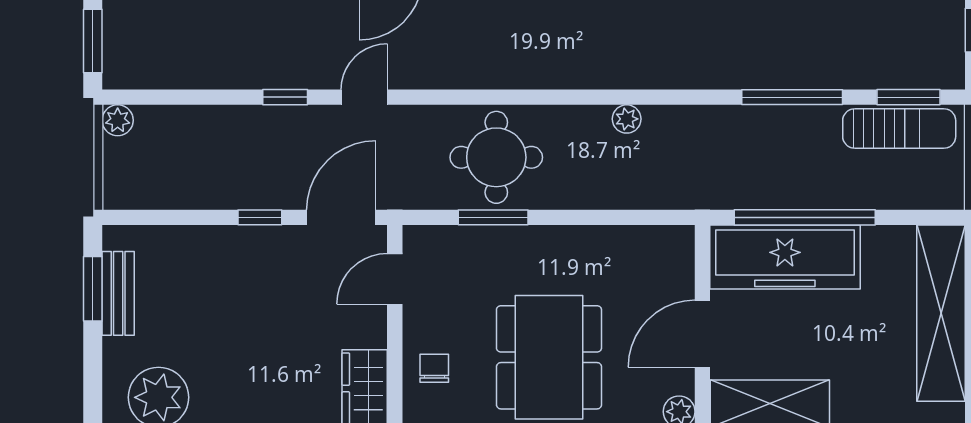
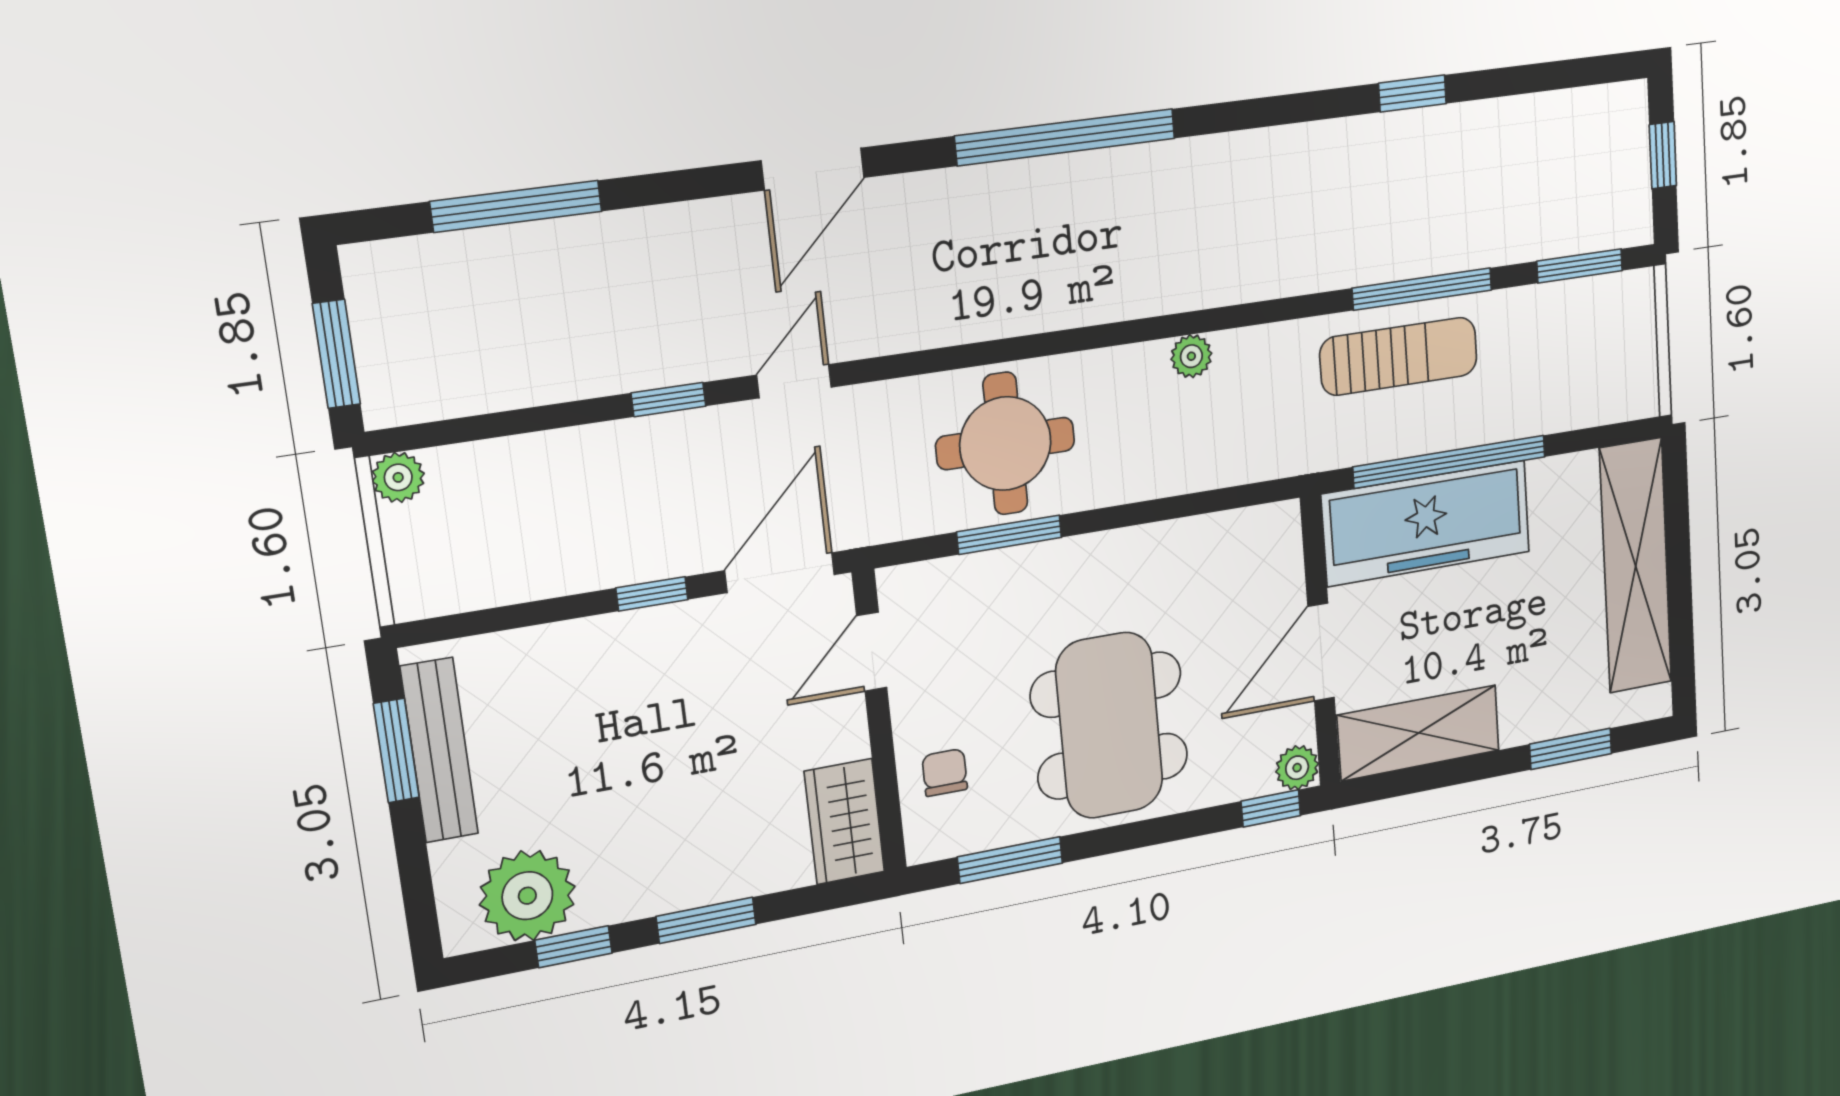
sun lounger: (899, 129) -> (1399, 356), moved
bench: (118, 293) -> (439, 750), width x1.36

